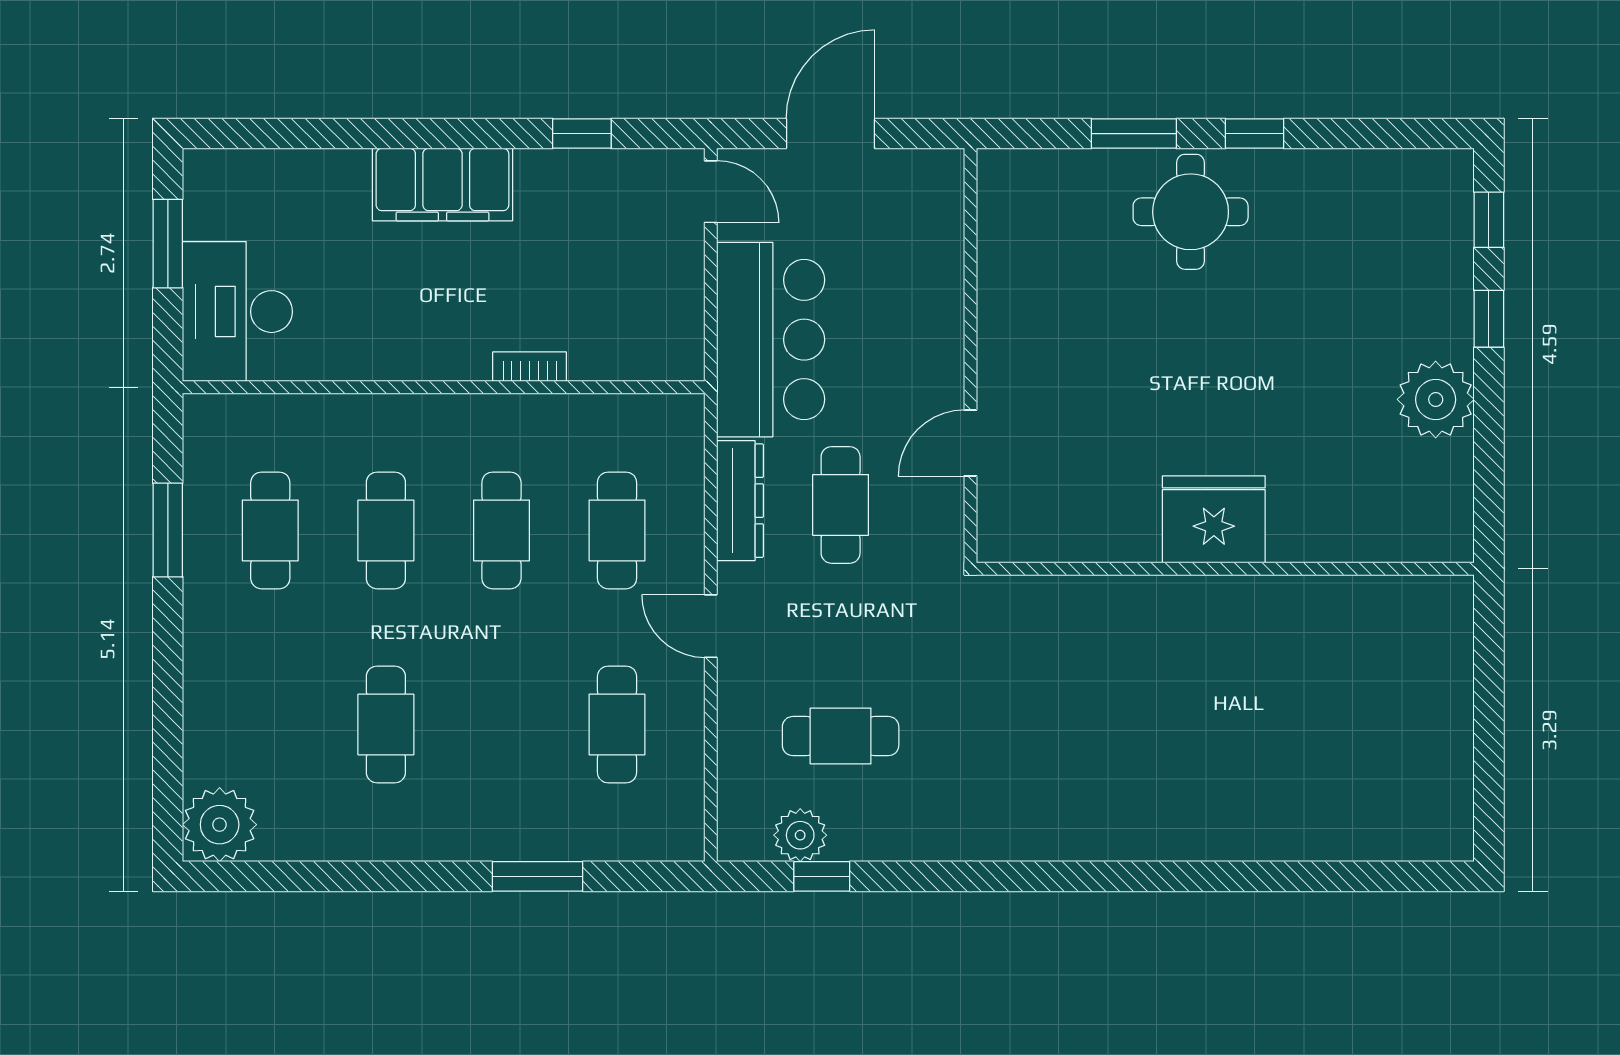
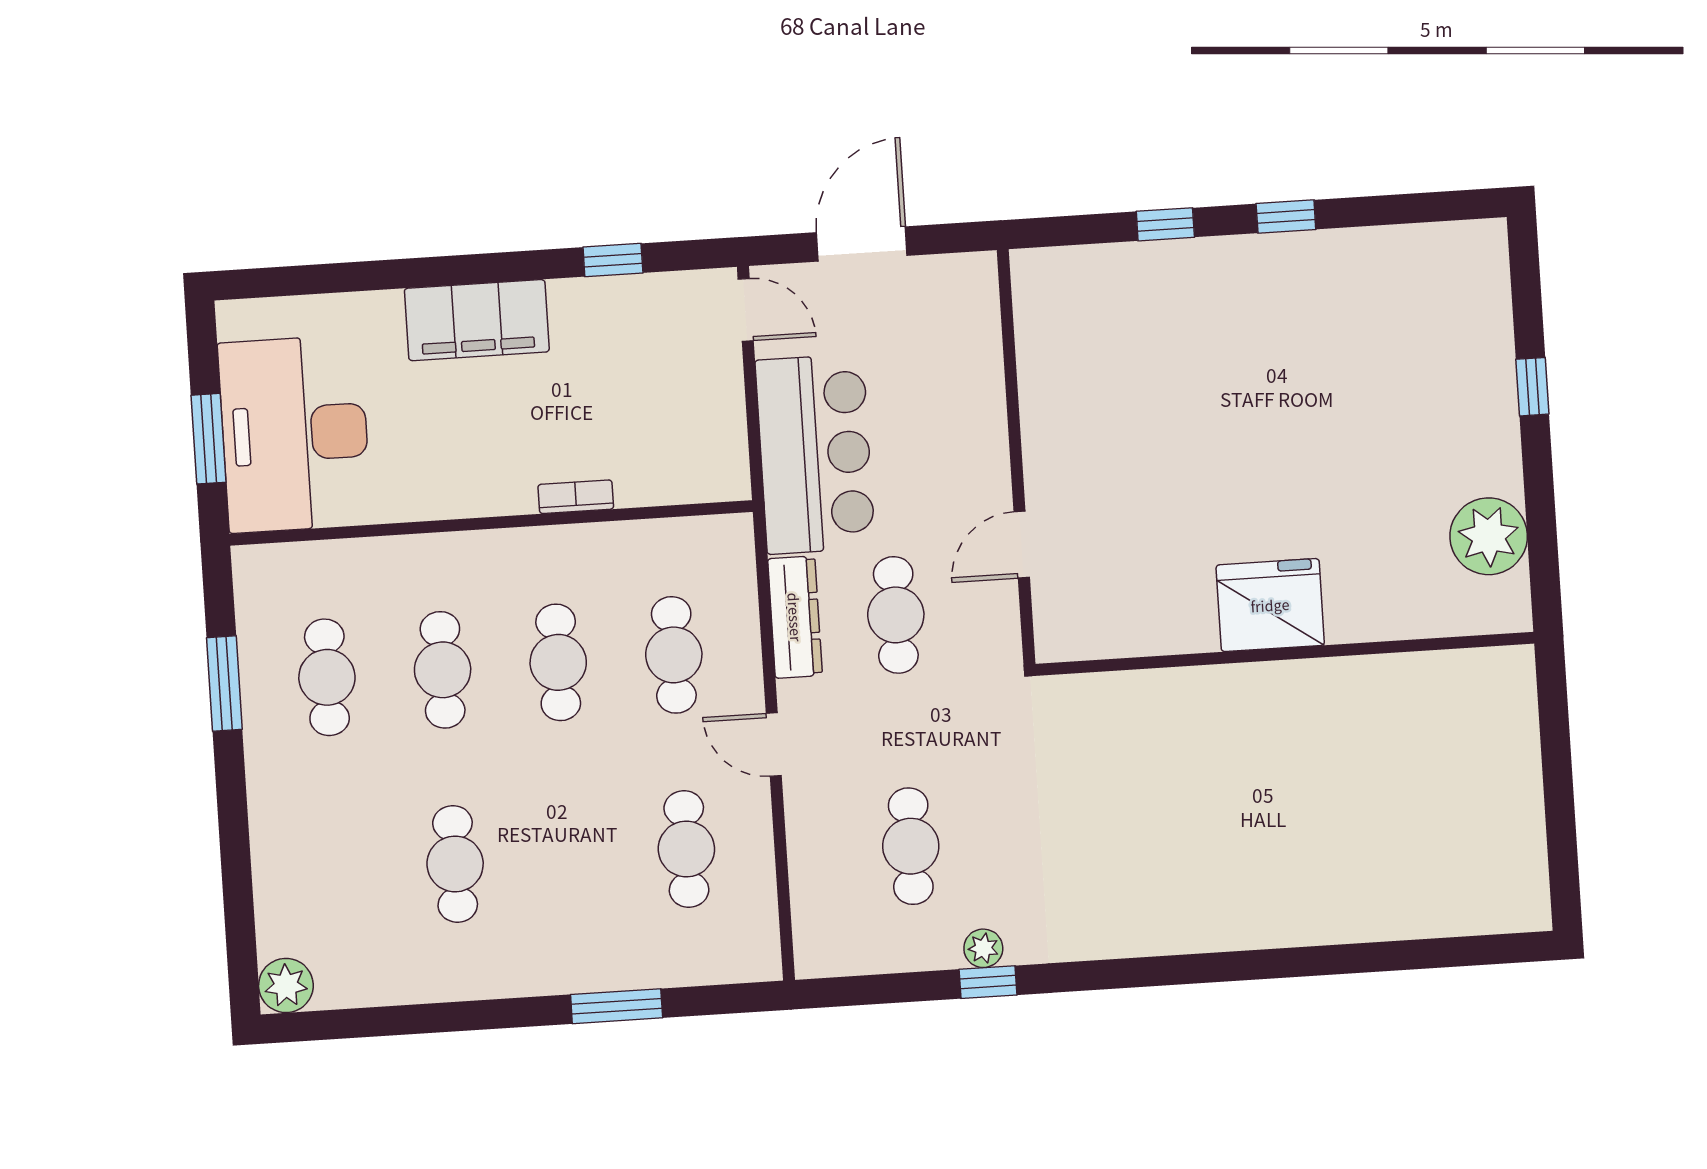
window: (1134, 134) -> (1165, 224), width x0.67
round table: (1191, 212) -> (1227, 299), removed
window: (1489, 220) -> (1526, 288), removed
window: (168, 244) -> (209, 439), moved
desk: (237, 312) -> (295, 434), width x1.36, depth x1.30
plant: (1436, 399) -> (1489, 536), moved
cafe table: (841, 736) -> (911, 846), turned 90
plant: (220, 825) -> (286, 985), width x0.73, depth x0.73
plant: (800, 835) -> (983, 948), moved, width x0.73, depth x0.73
window: (822, 876) -> (988, 982), moved

